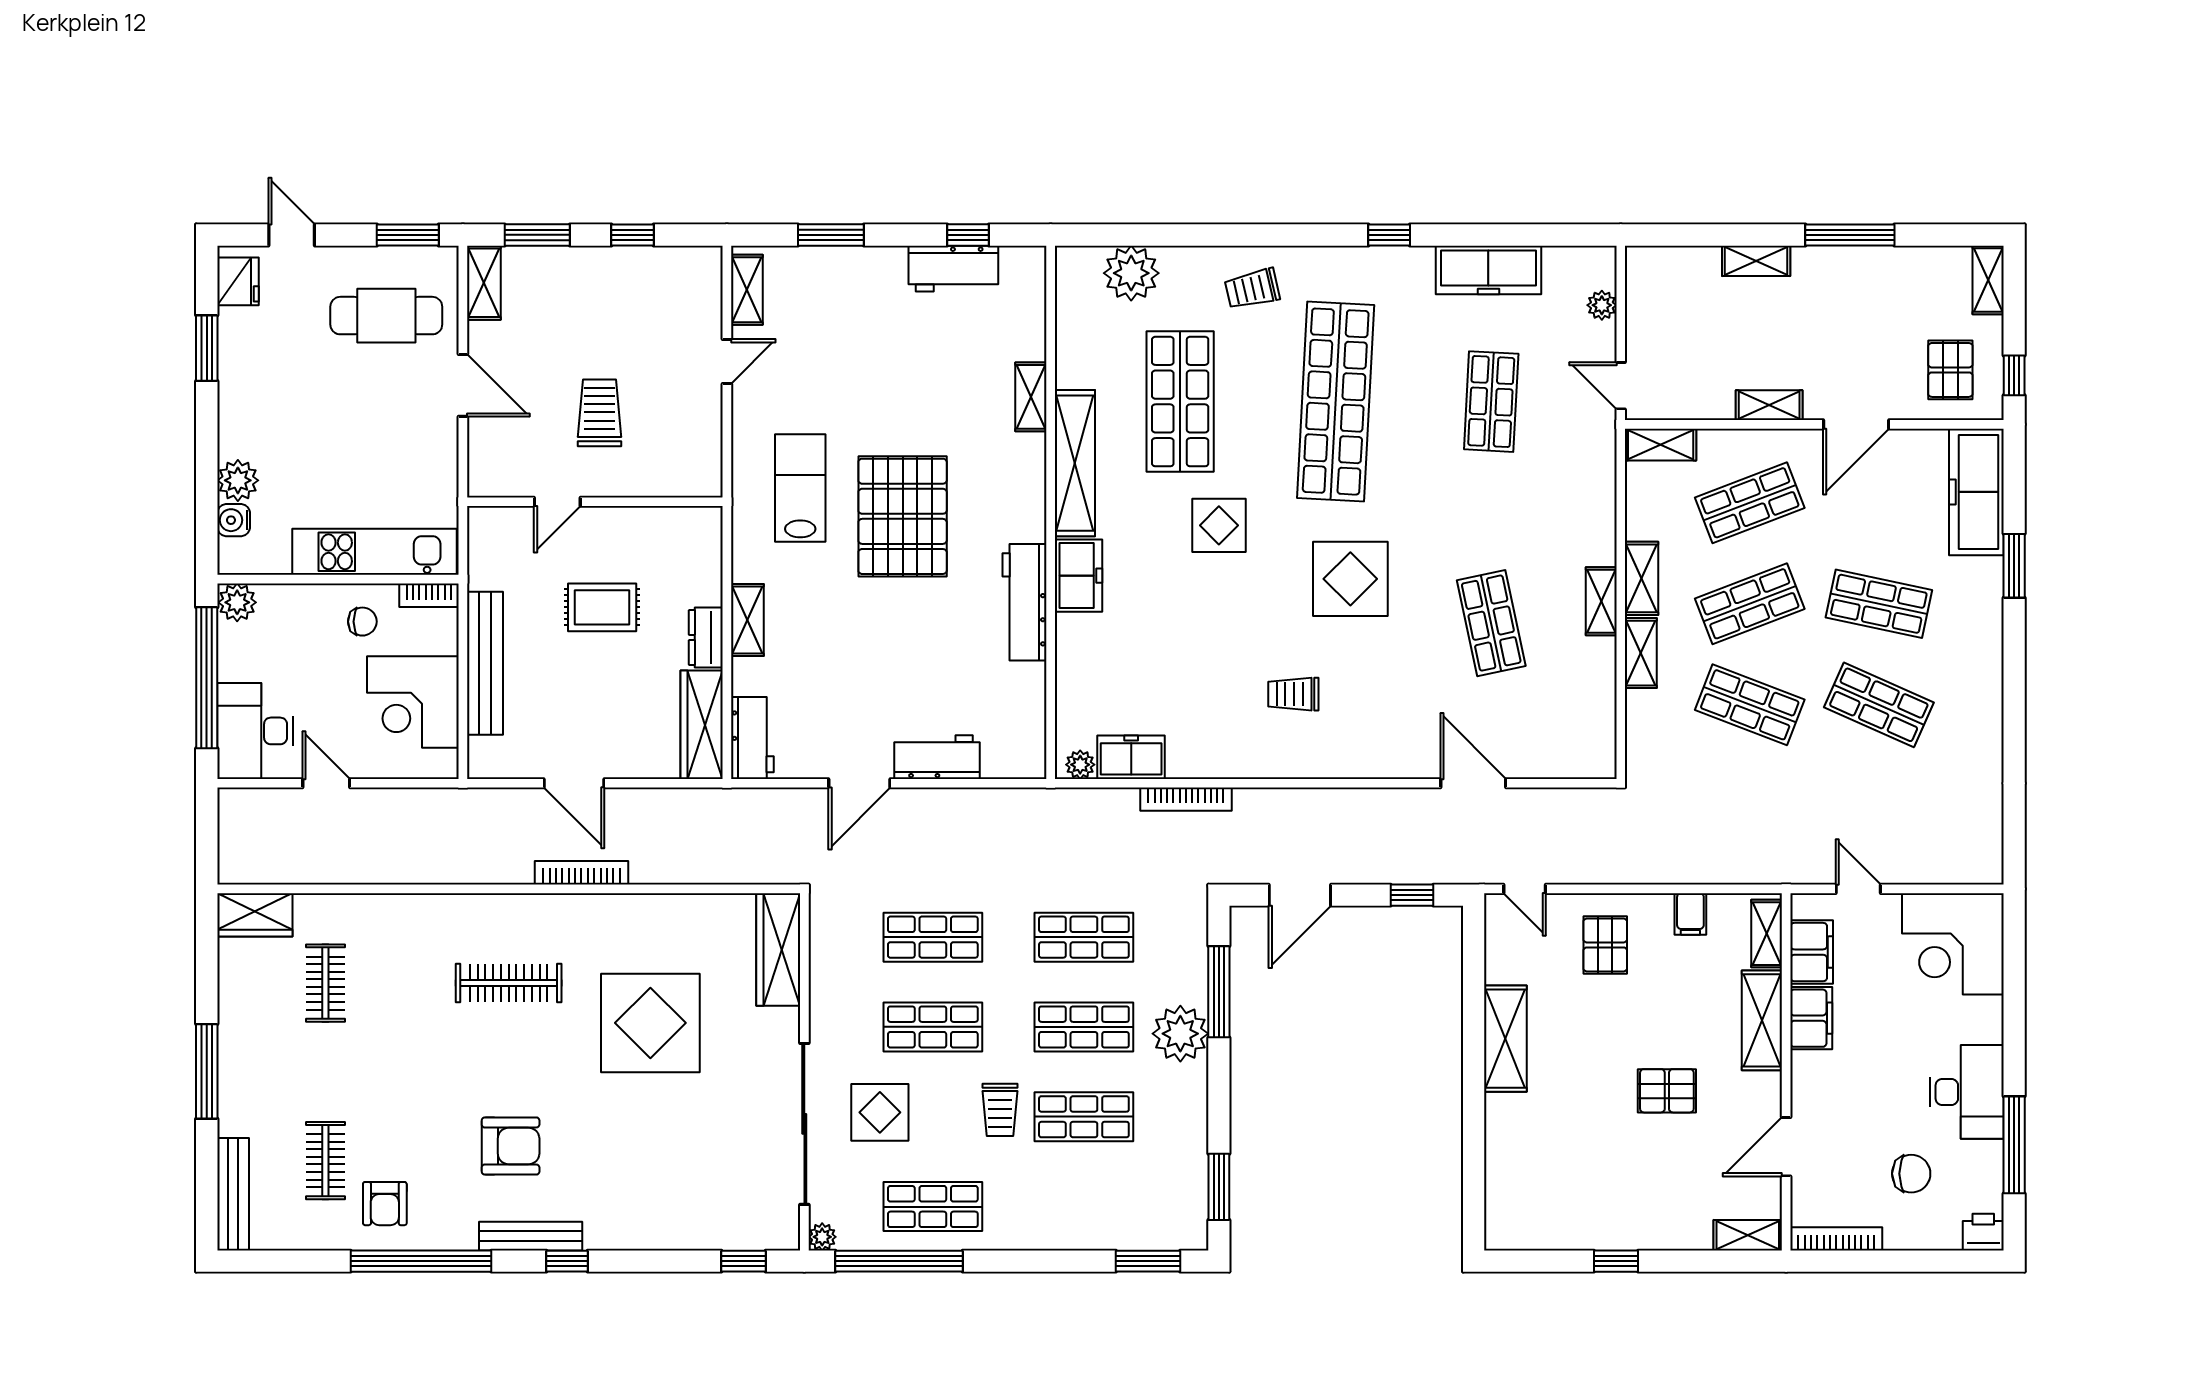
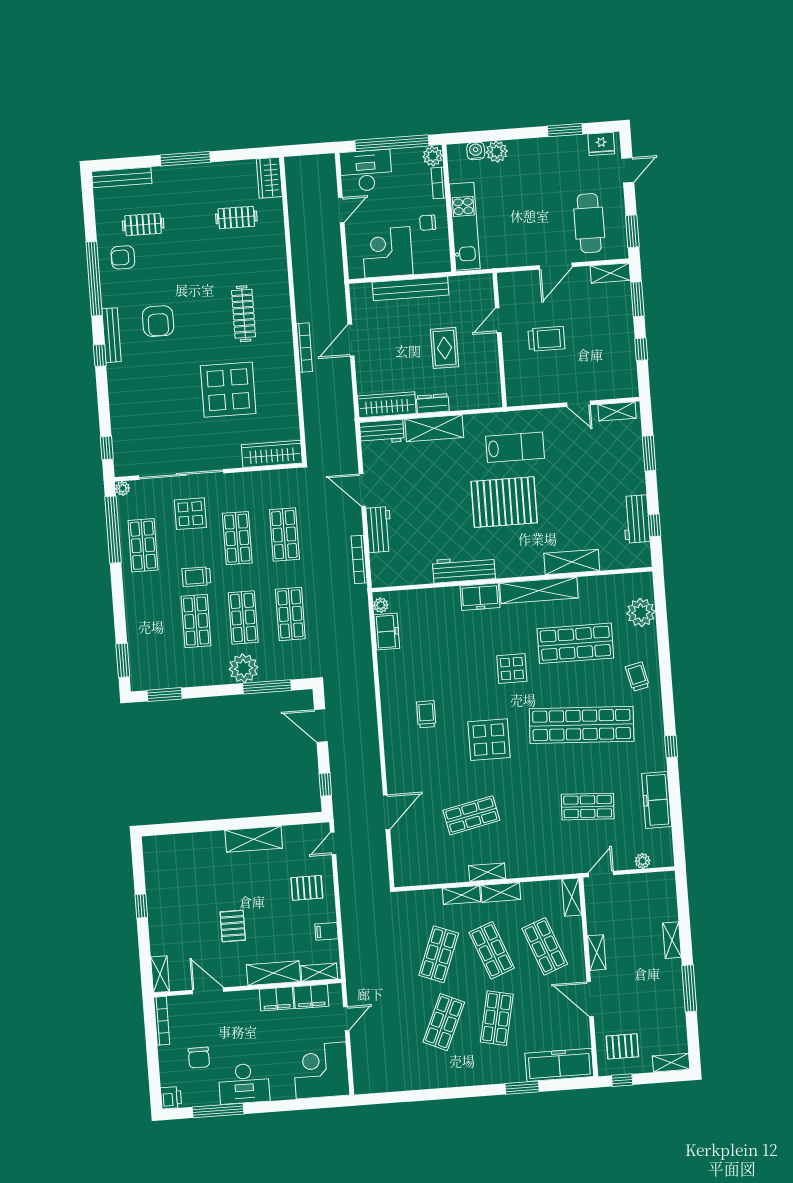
shelving: (1031, 397) -> (572, 562), width x1.50, depth x1.33
door: (557, 502) -> (498, 320), hinge flipped
bookcase: (429, 595) -> (438, 183), moved
shelving: (747, 620) -> (434, 428), width x1.50, depth x1.33
chair: (362, 622) -> (428, 223), turned 90
bookcase: (1186, 799) -> (359, 559), moved

